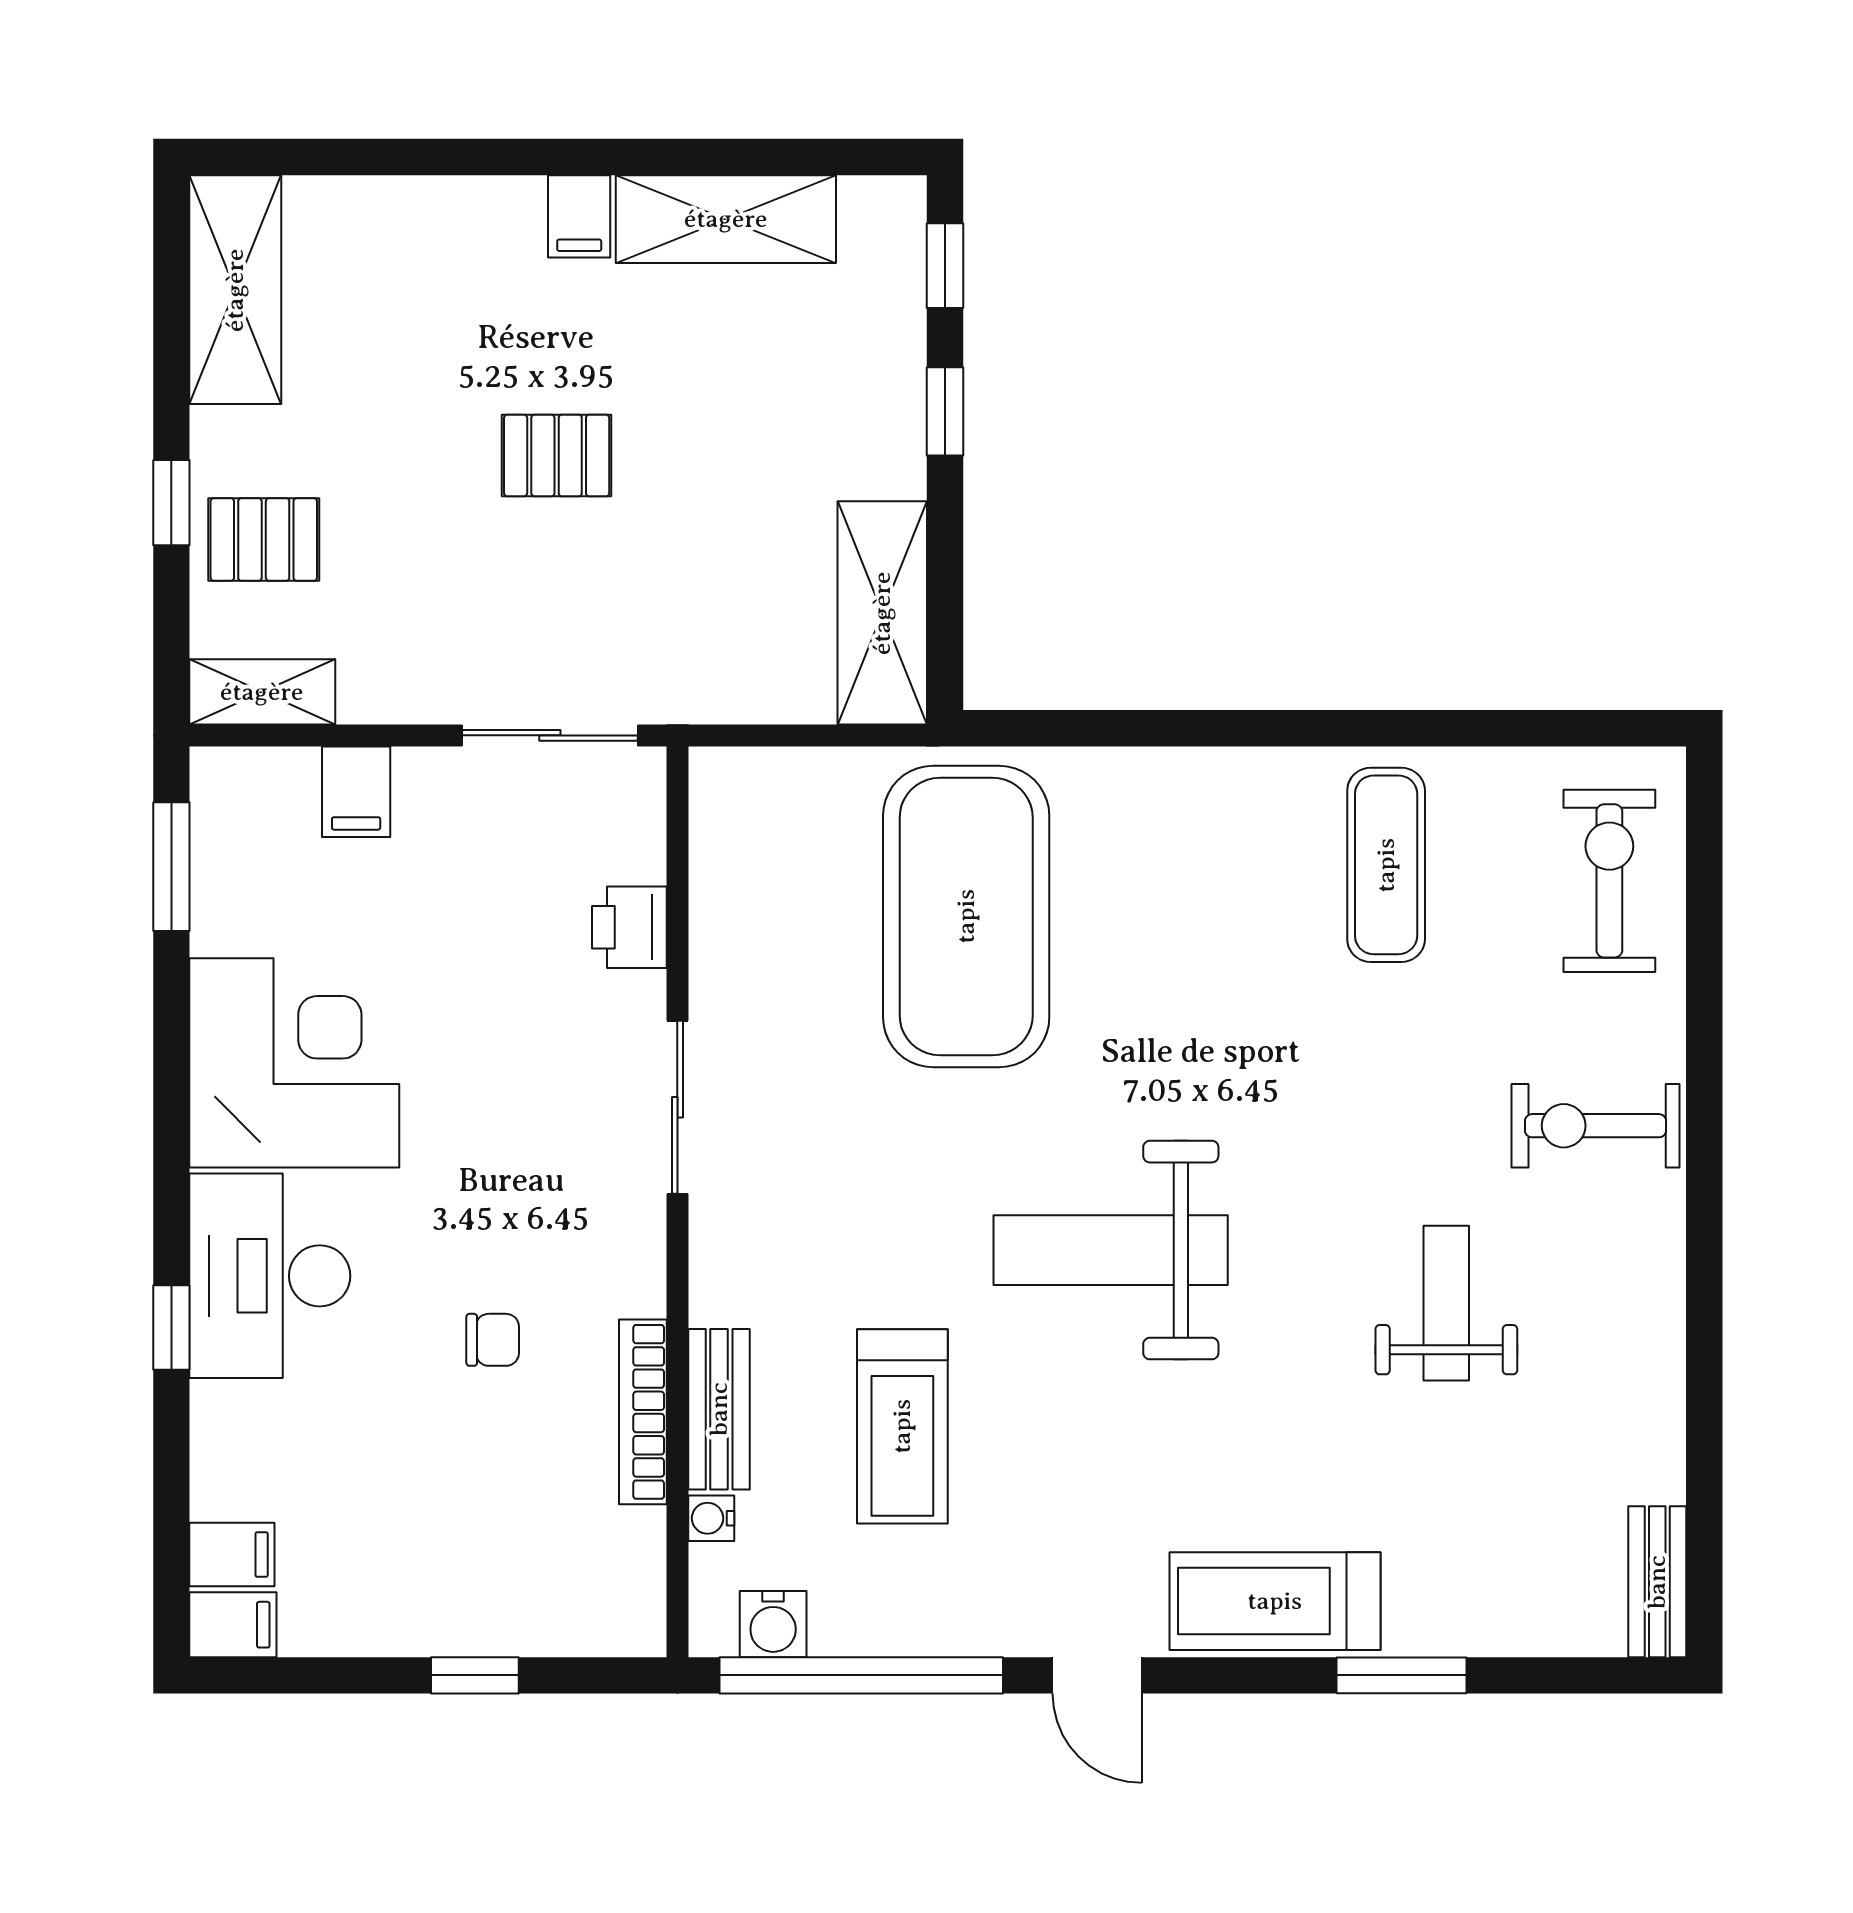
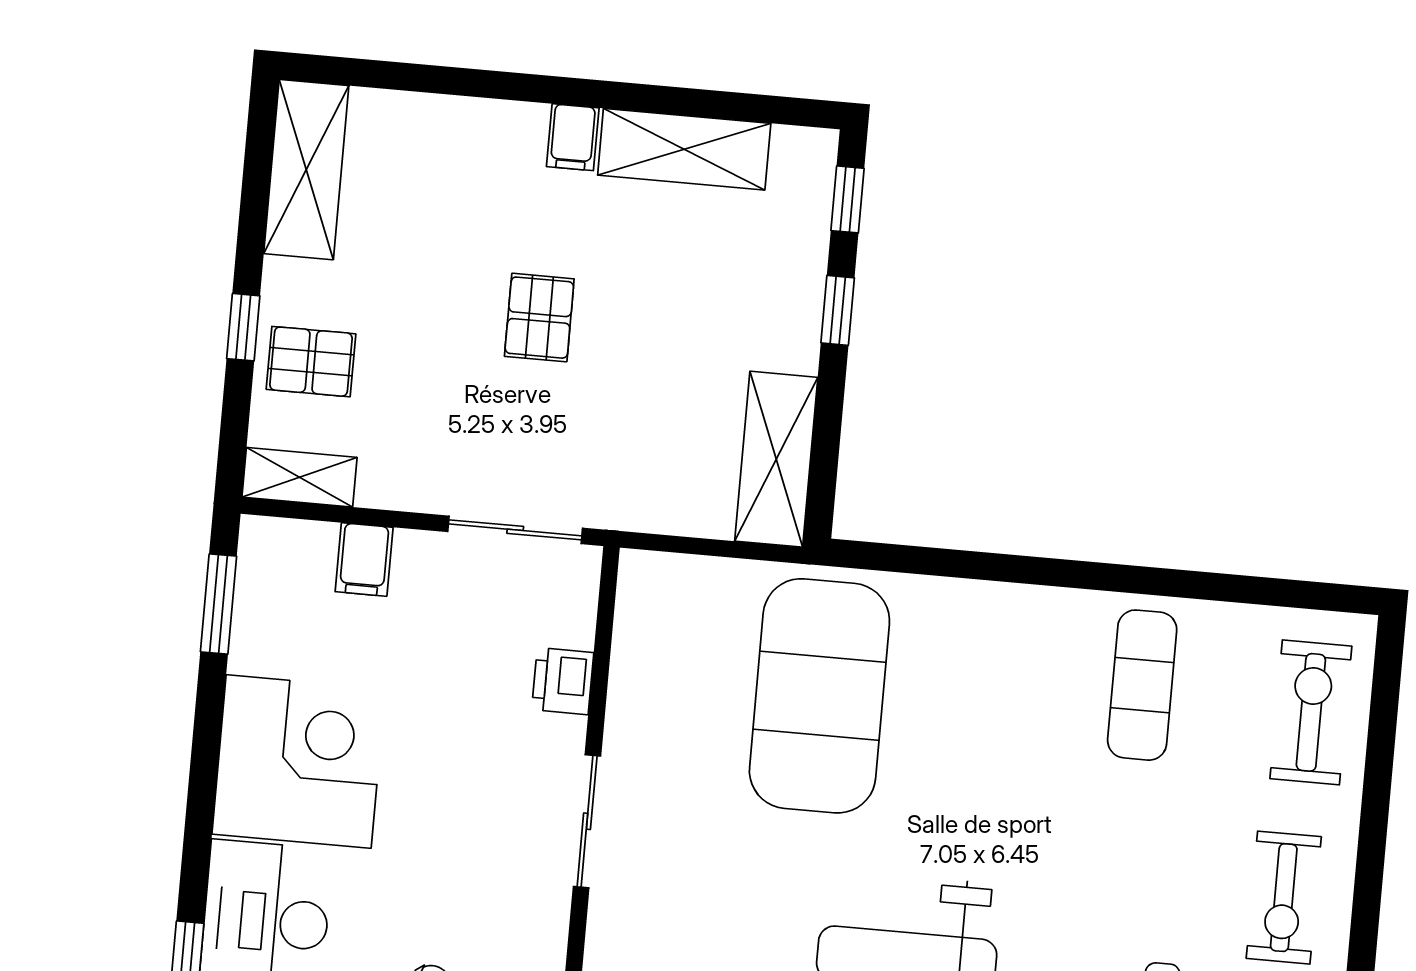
pallet: (557, 456) -> (539, 318), turned 90
exercise bike: (1596, 1126) -> (1284, 898), turned -90

